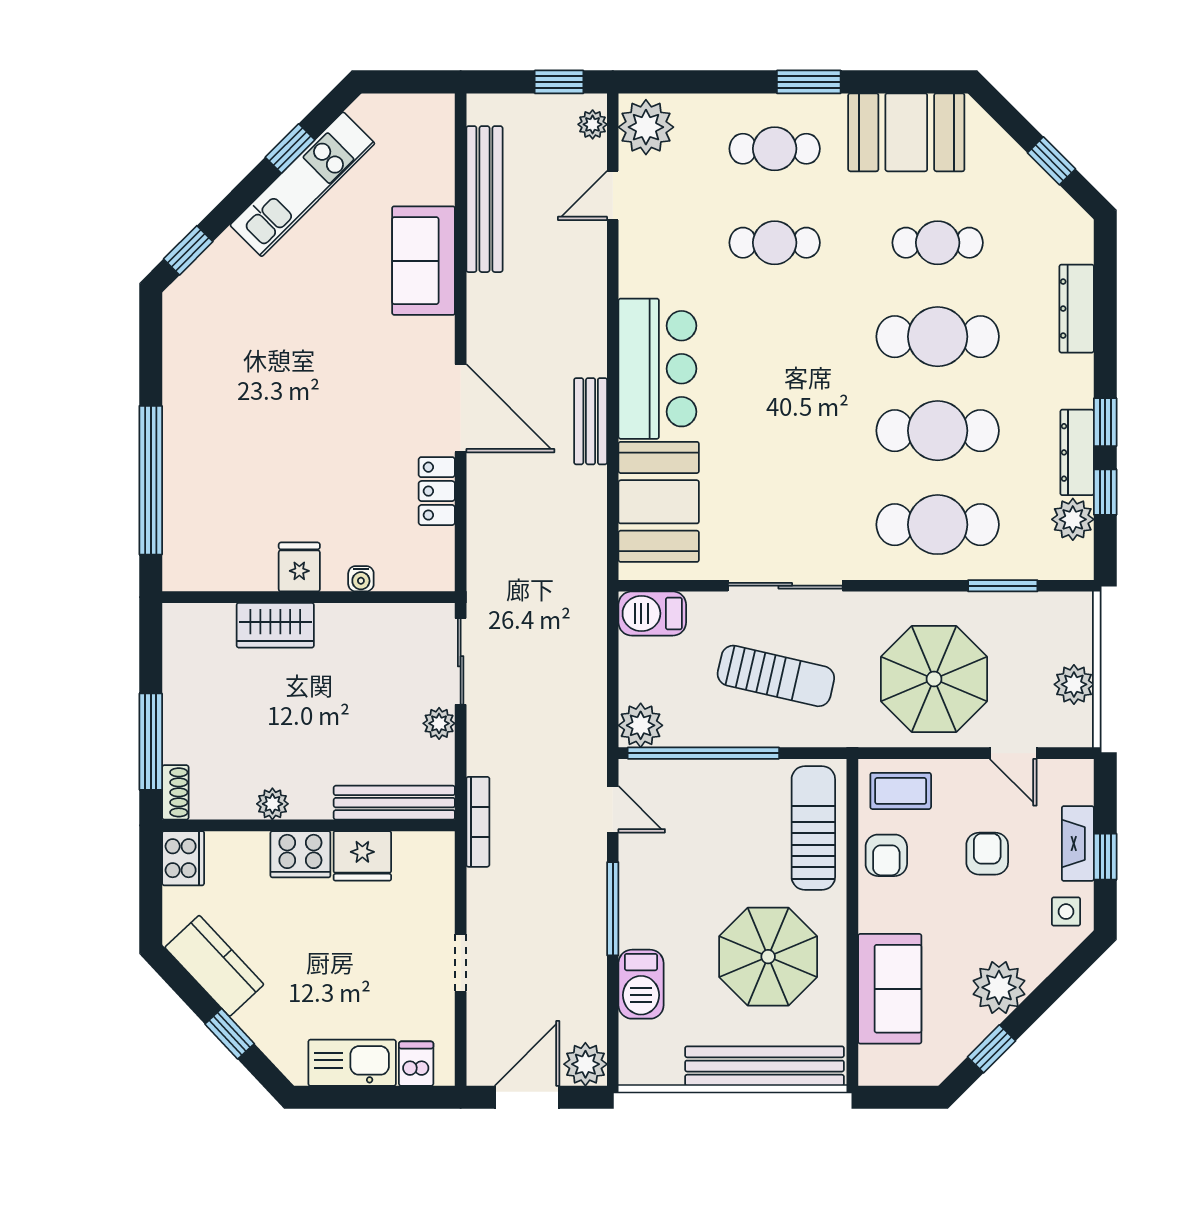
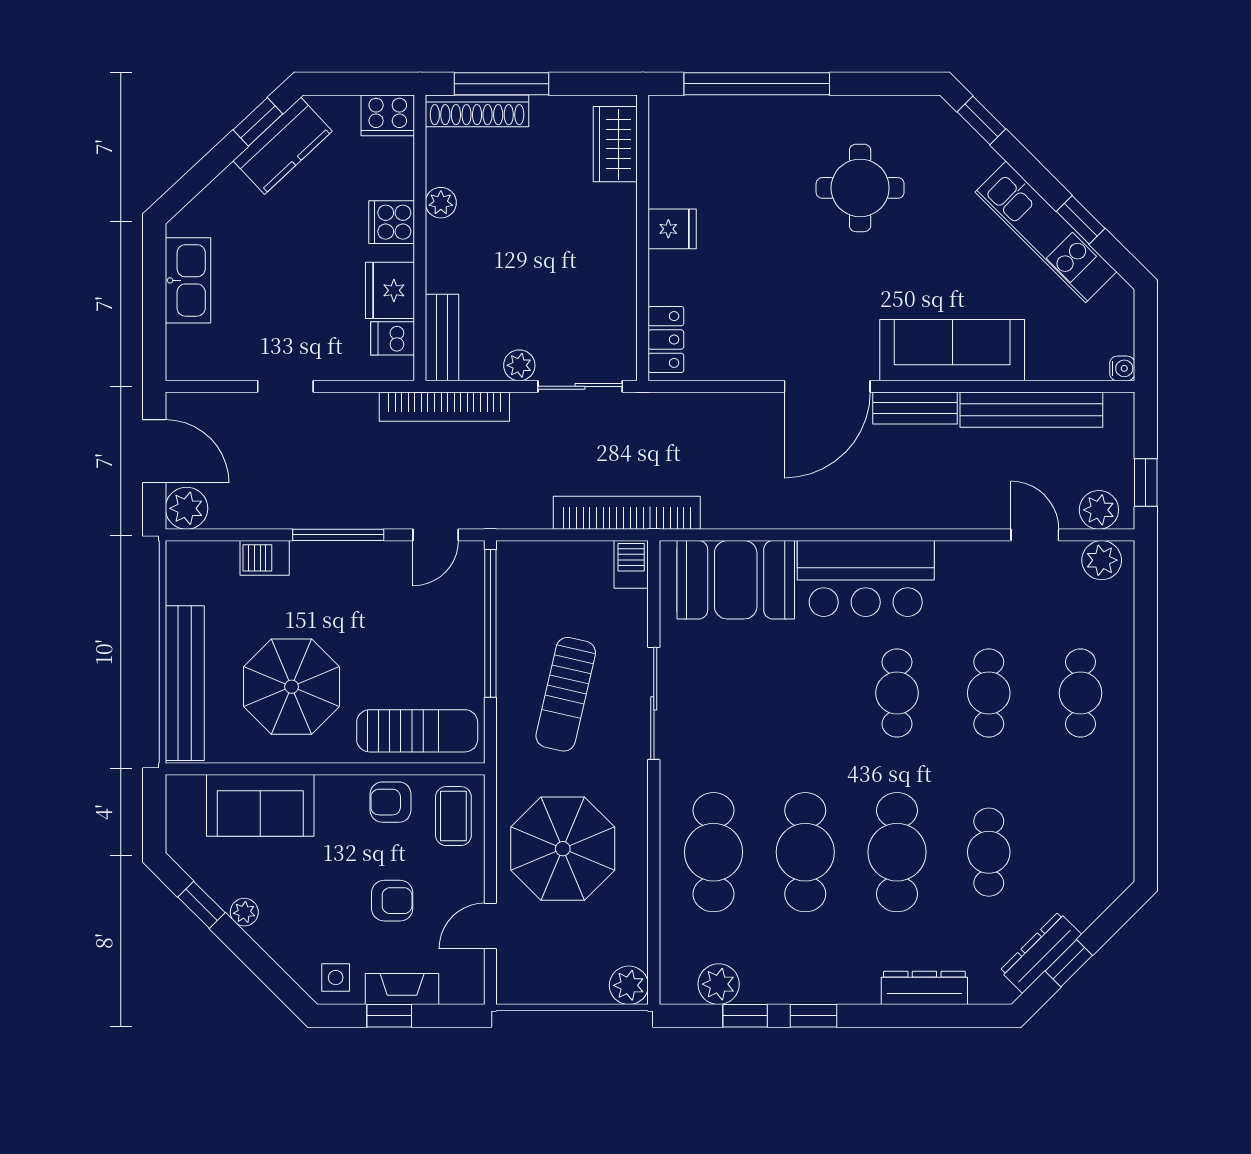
window: (809, 82) -> (1146, 726), removed
plant: (593, 124) -> (1099, 510), width x1.38, depth x1.38
plant: (646, 127) -> (1102, 560), width x0.73, depth x0.73
booth: (906, 132) -> (1097, 822), removed
sofa: (424, 261) -> (952, 350), width x1.36
cafe table: (775, 337) -> (897, 693), added
round table: (257, 374) -> (860, 188), added
bench: (591, 421) -> (915, 408), moved
dresser: (1077, 452) -> (1041, 952), moved, turned -45
locker: (437, 491) -> (666, 340), moved, turned 90
water cooler: (361, 579) -> (1122, 368), moved, turned 180
window: (1003, 586) -> (654, 916), removed
bookcase: (590, 613) -> (627, 513), added
barbecue: (652, 613) -> (631, 564), width x0.73, depth x0.79
wardrobe: (275, 625) -> (615, 144), moved
plant: (1074, 684) -> (629, 985), moved
plant: (641, 725) -> (518, 562), removed
shoe rack: (175, 792) -> (477, 111), width x1.94, depth x1.24
bench: (394, 803) -> (442, 337), width x0.73
bookcase: (478, 822) -> (444, 407), width x1.48, depth x1.31
cooker: (300, 854) -> (392, 222), width x0.73
barbecue: (641, 984) -> (265, 558), width x0.73, depth x0.79
plant: (999, 987) -> (244, 912), width x0.53, depth x0.53
window: (230, 1034) -> (258, 122), moved
dishwasher: (416, 1064) -> (393, 338), moved, turned 180

